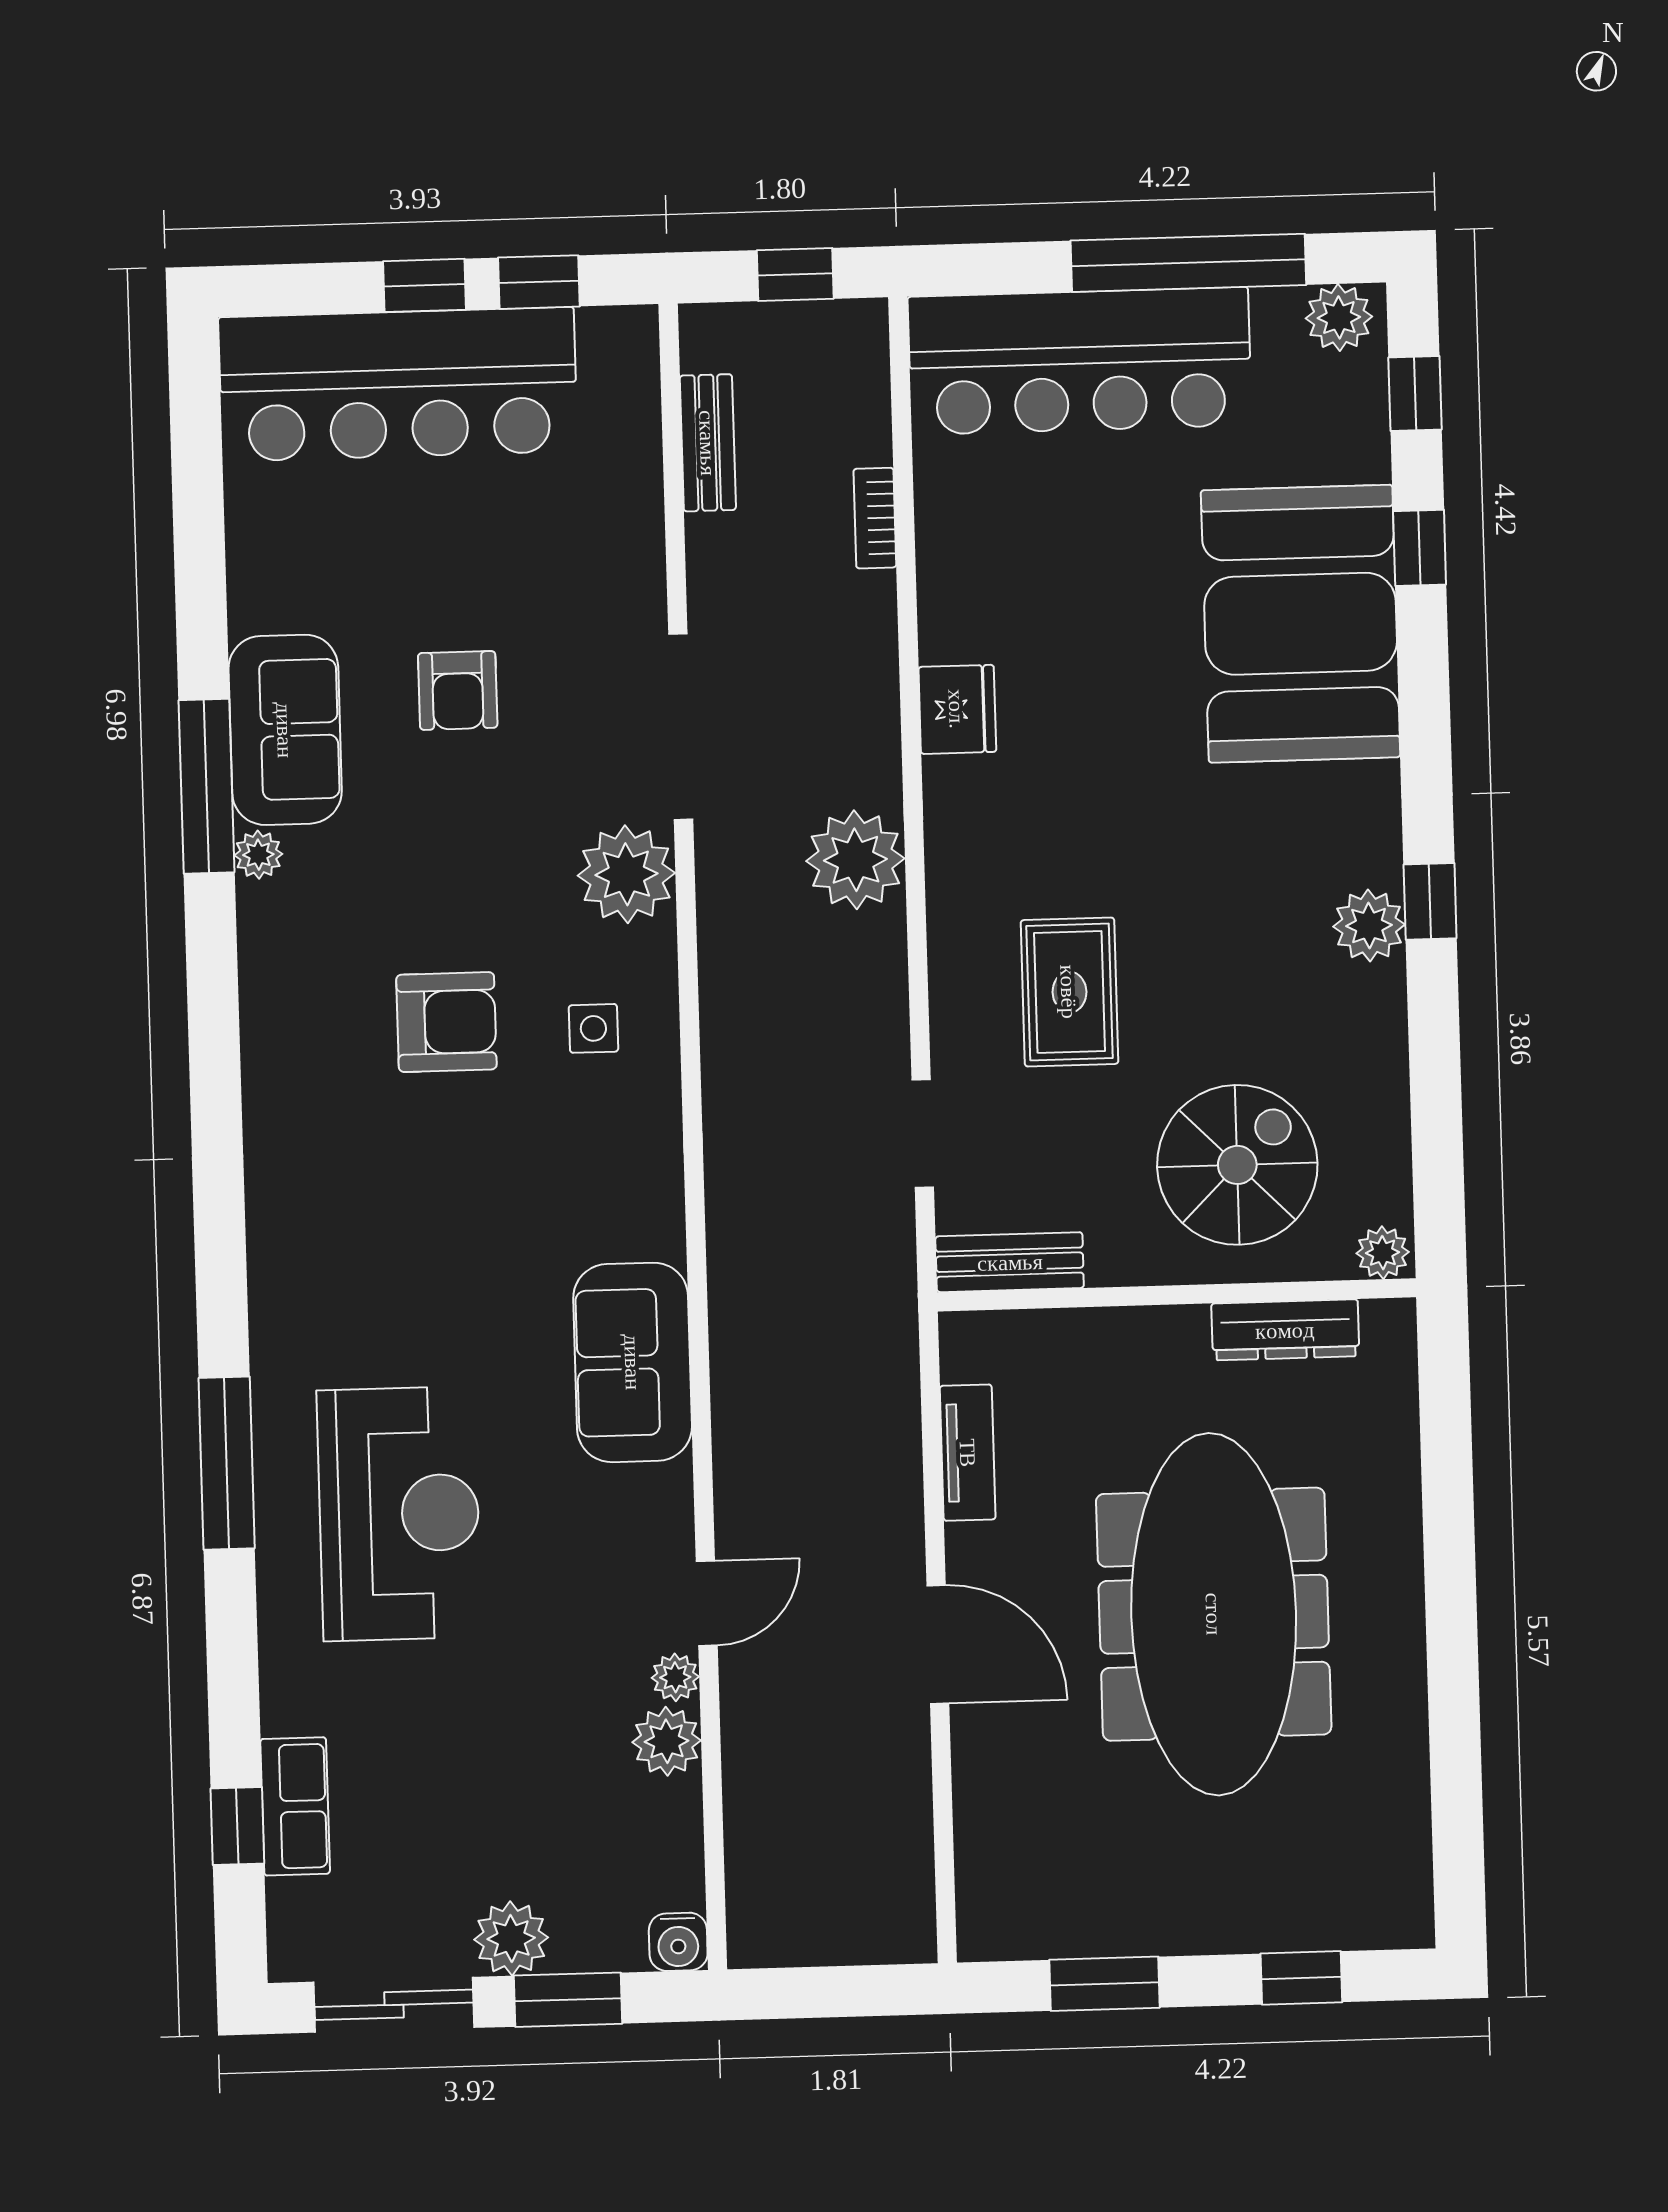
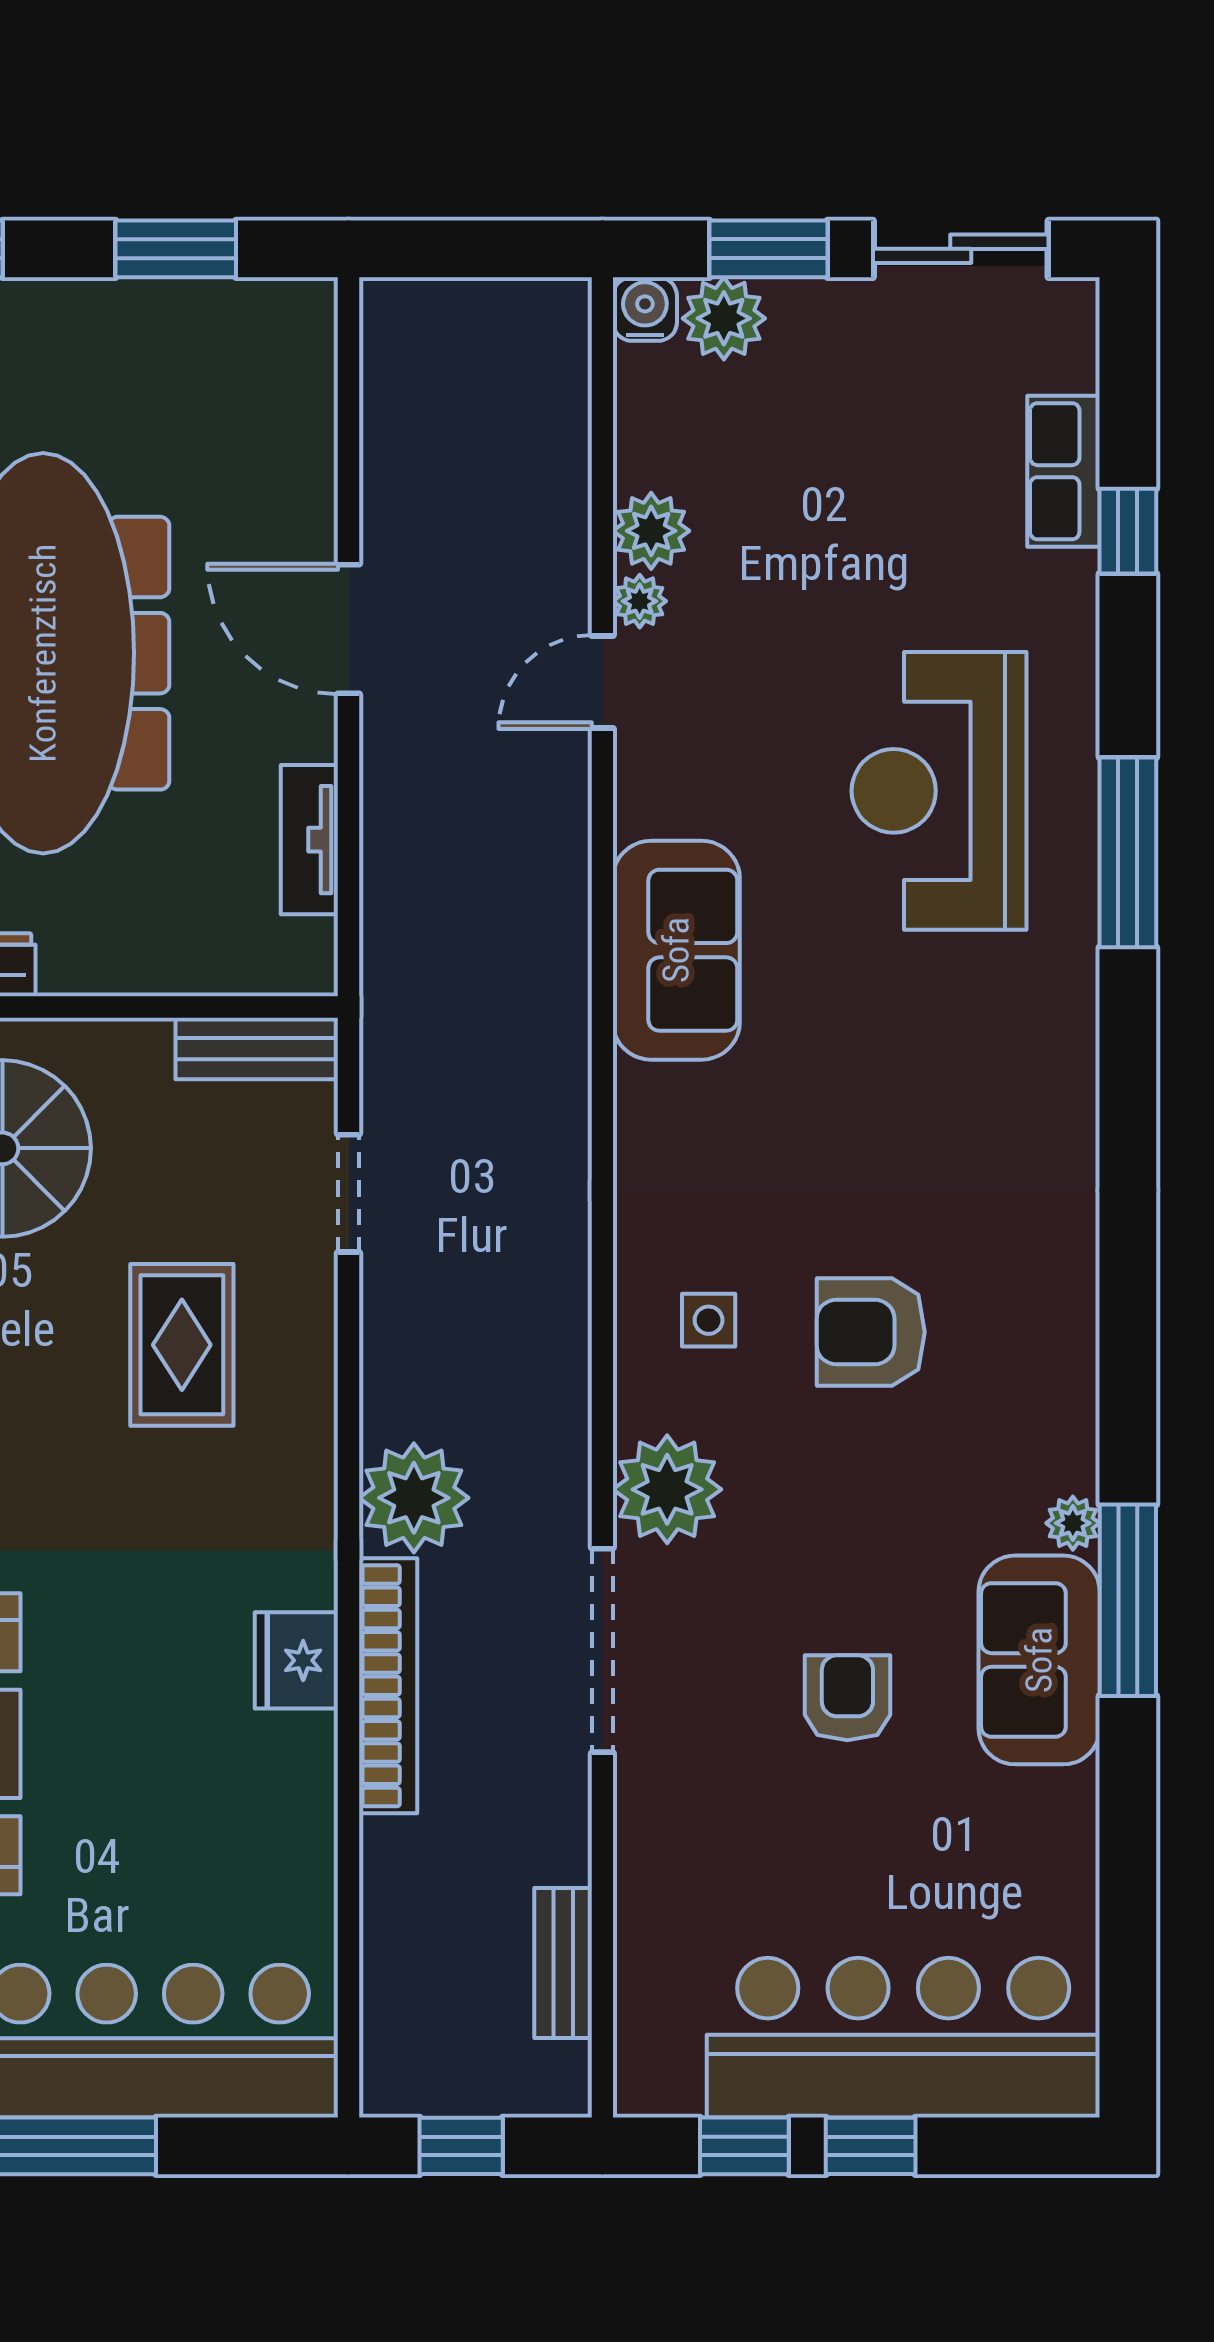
bookcase: (875, 518) -> (388, 1686), moved, width x2.31, depth x1.31
window: (237, 1826) -> (1128, 531), moved
plant: (511, 1938) -> (724, 318), moved

